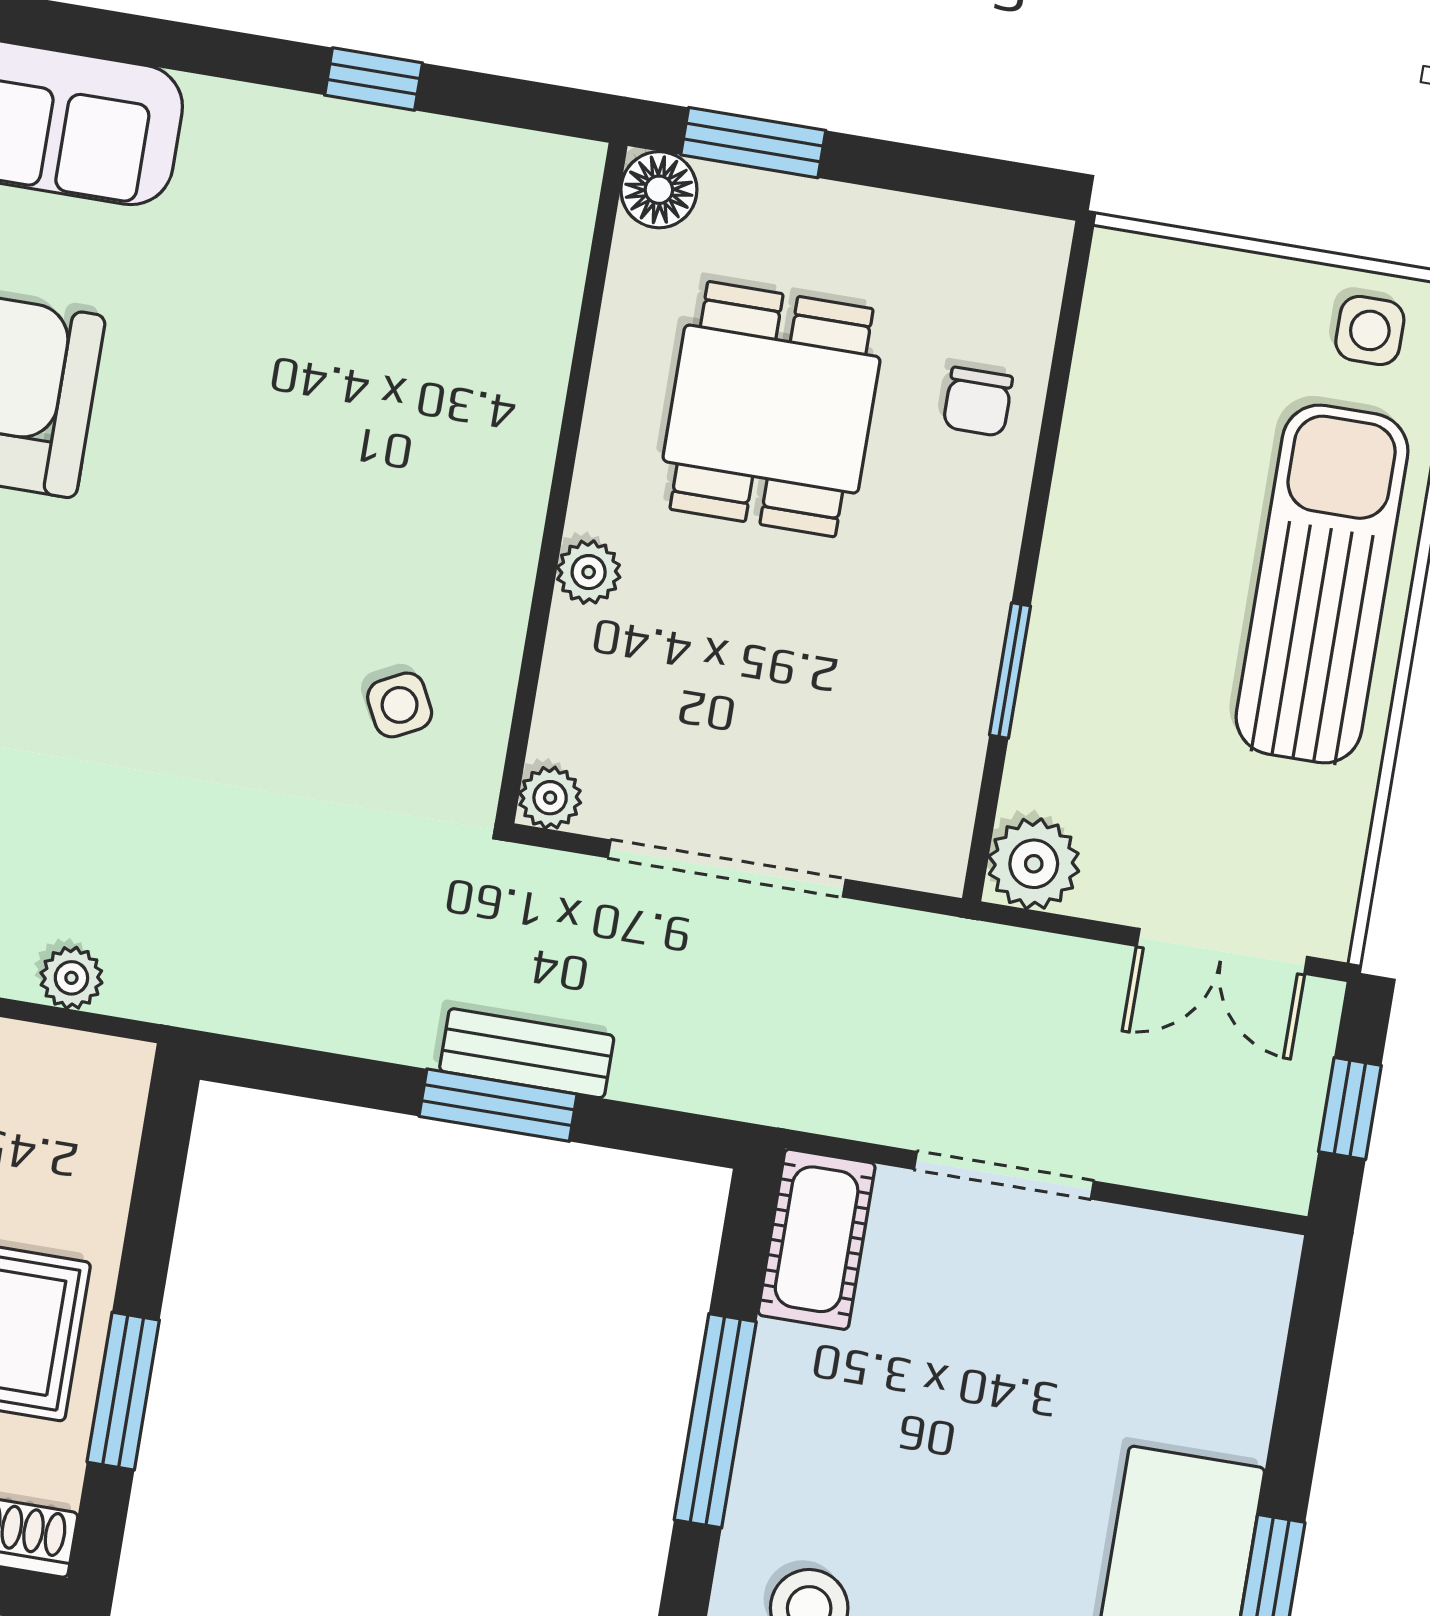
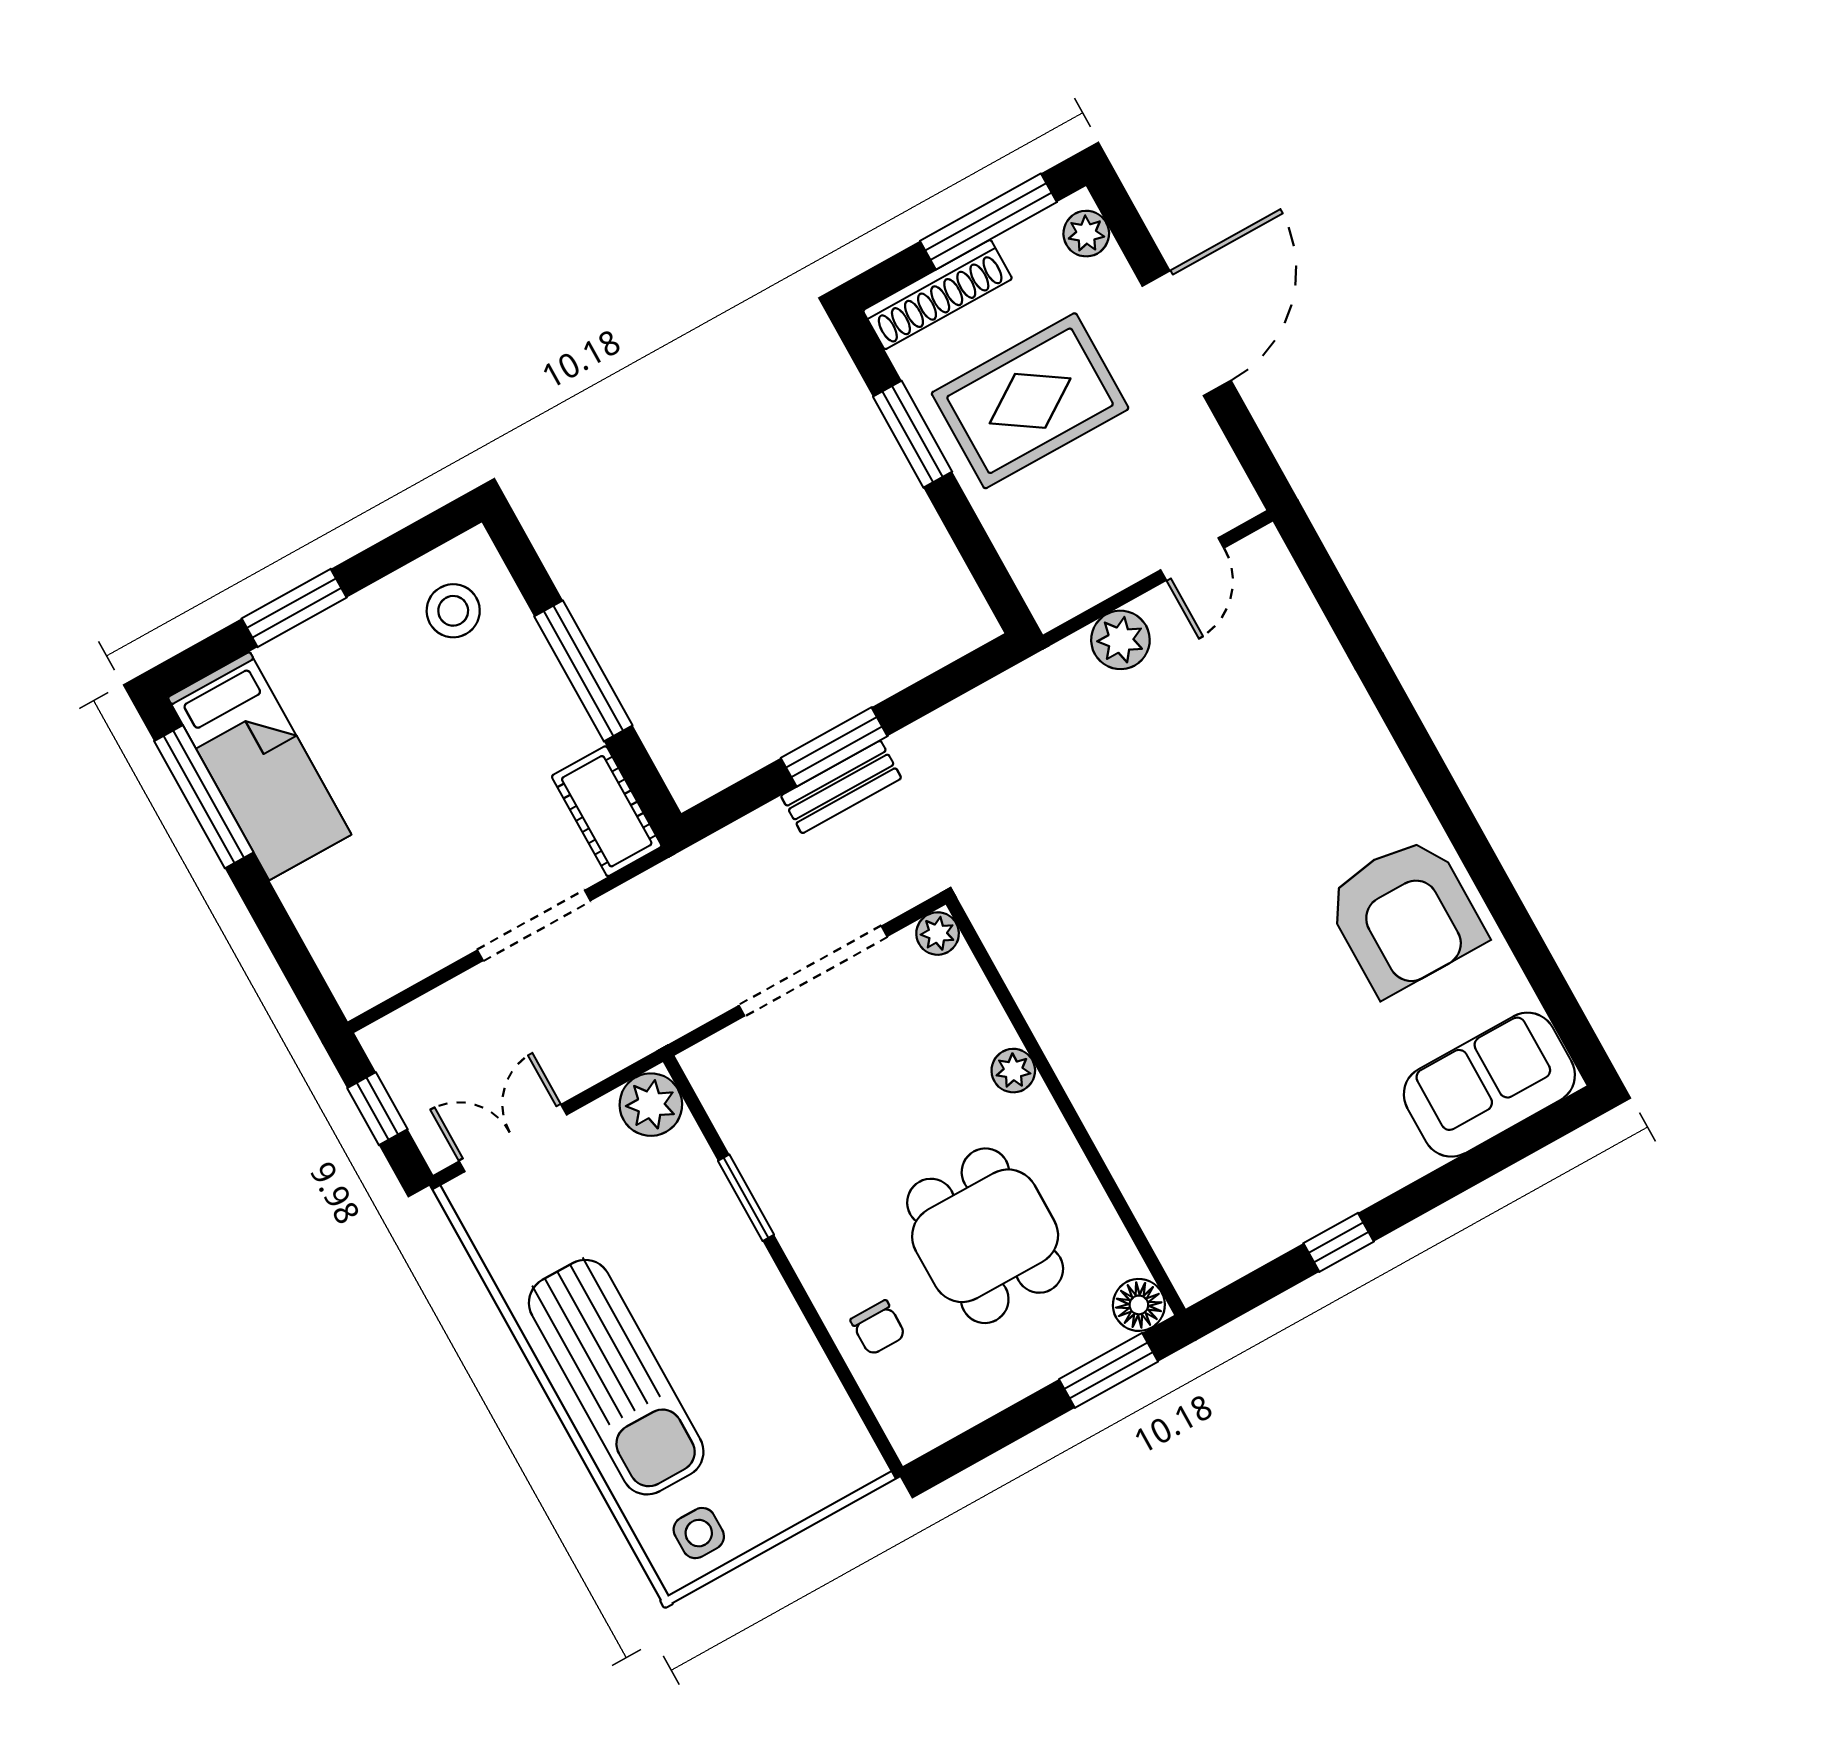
chair: (978, 402) -> (878, 1328), turned 180
side table: (400, 705) -> (1058, 919), removed
plant: (71, 978) -> (1120, 640), width x1.38, depth x1.38

